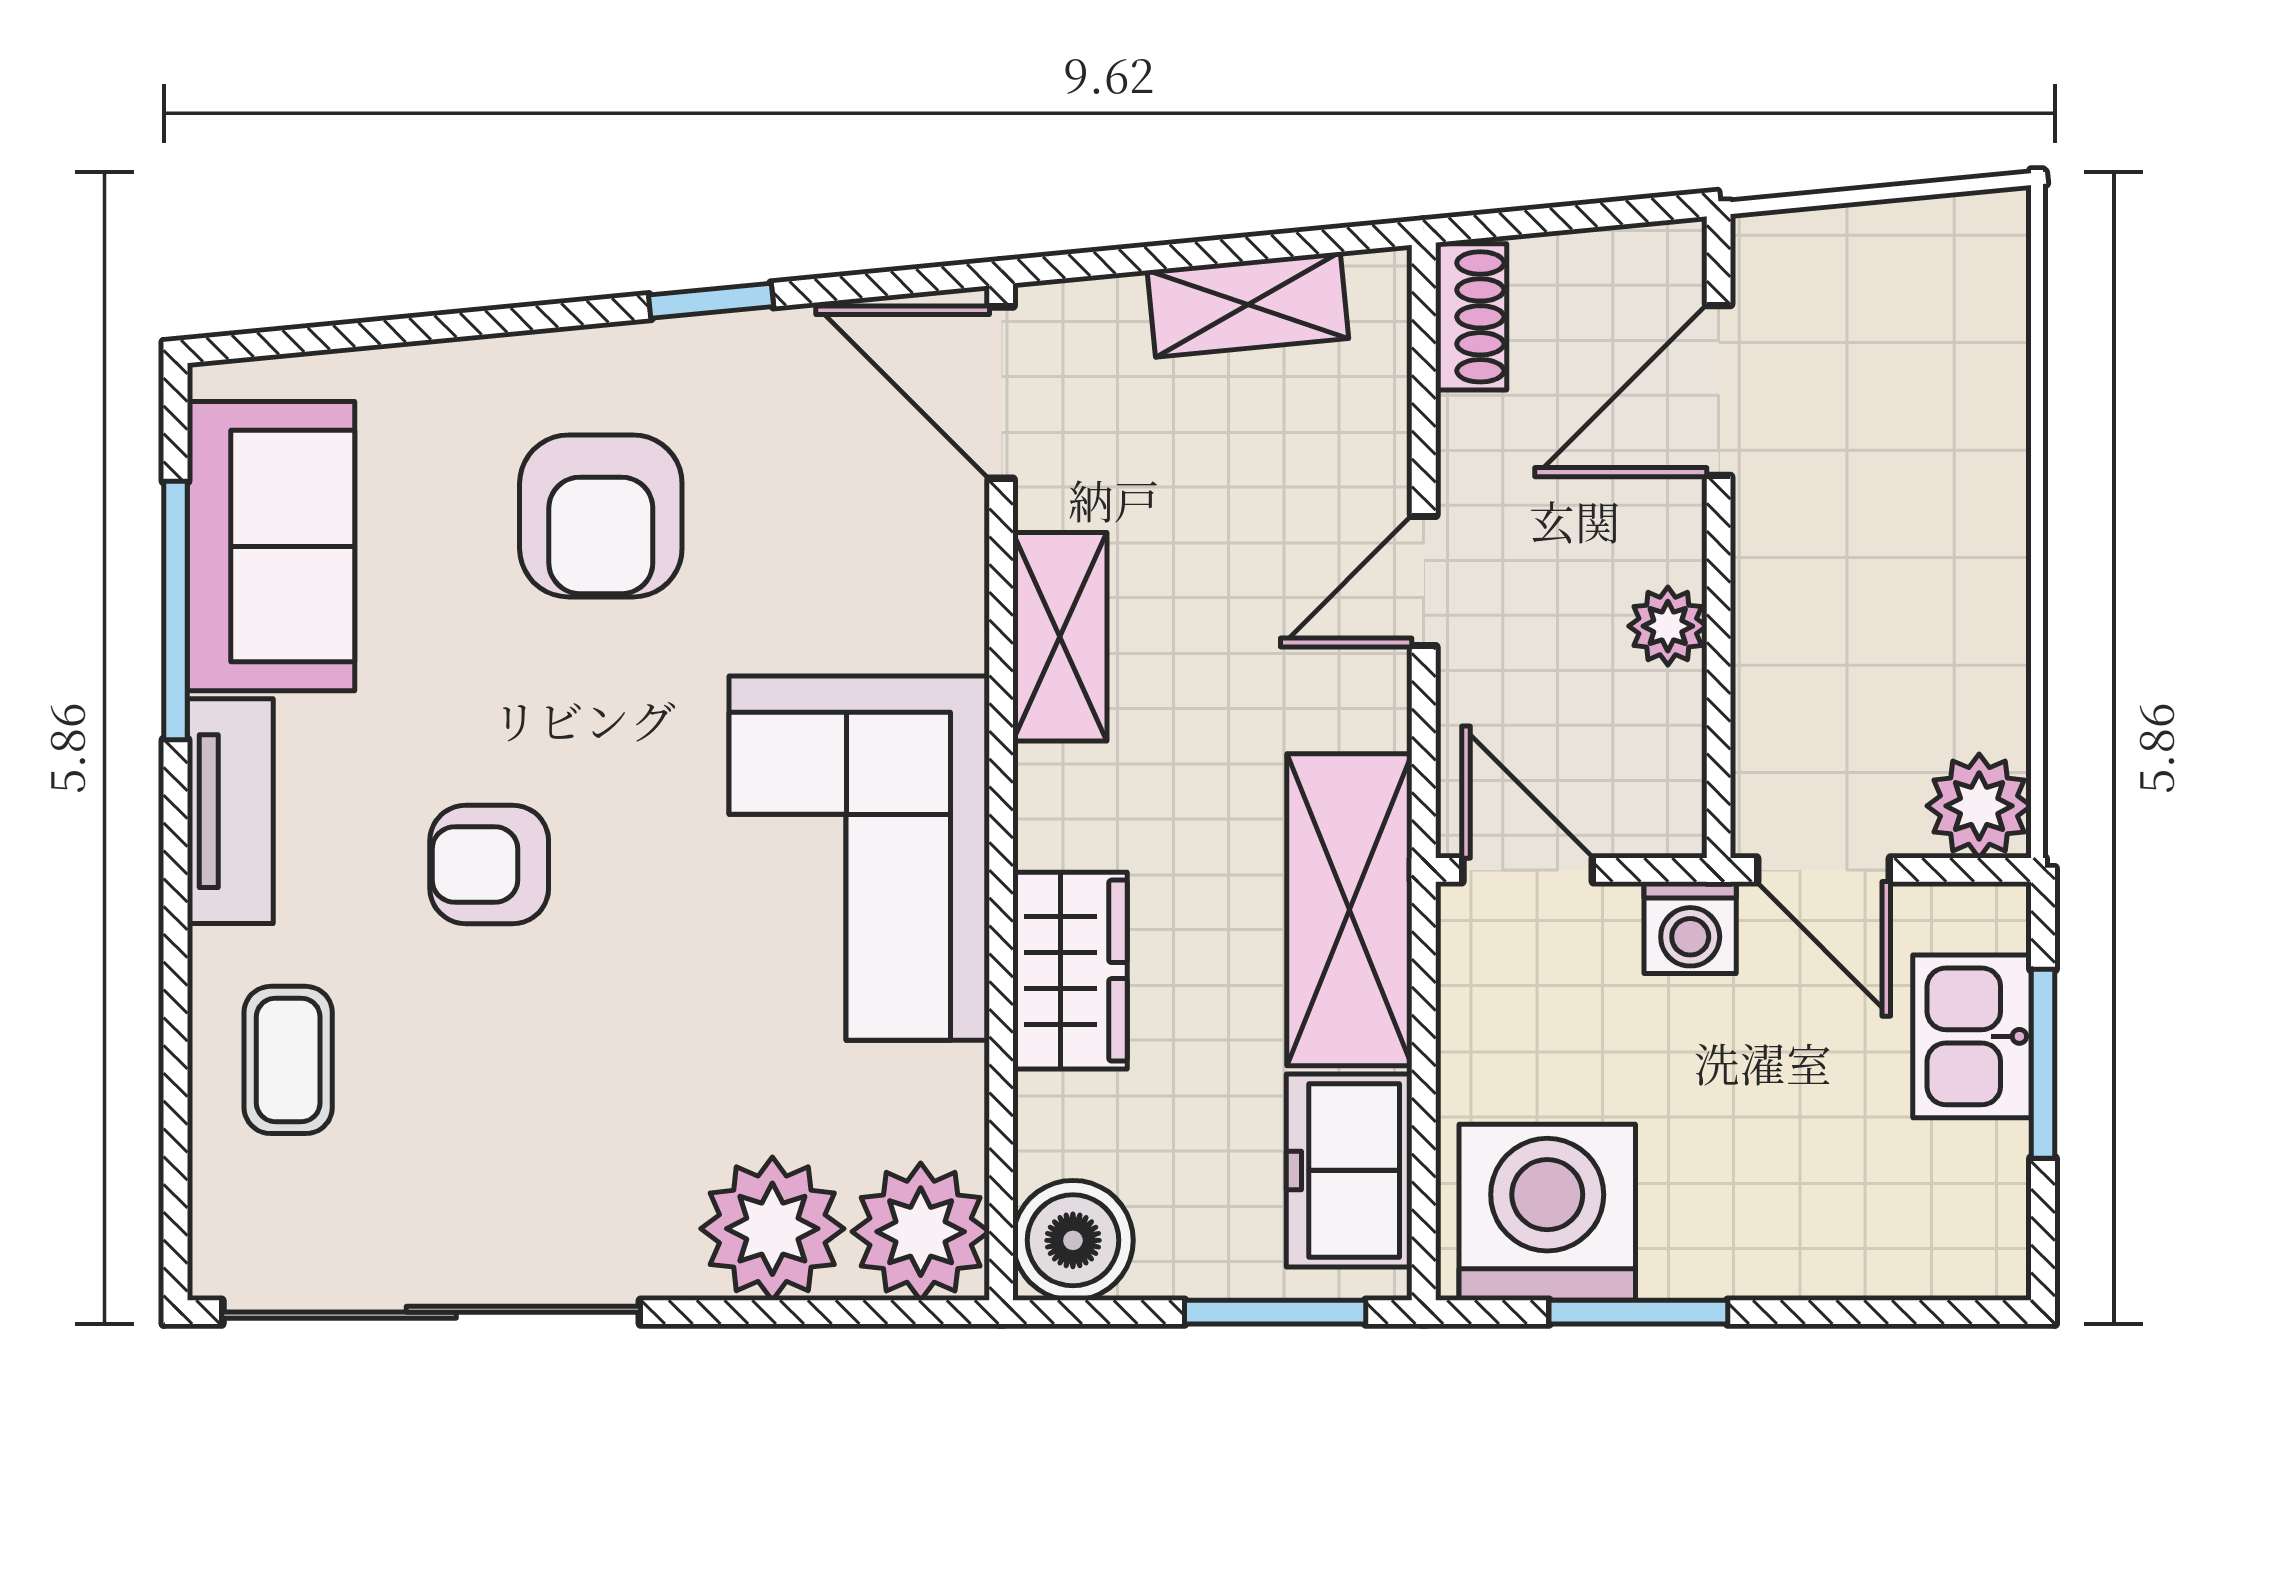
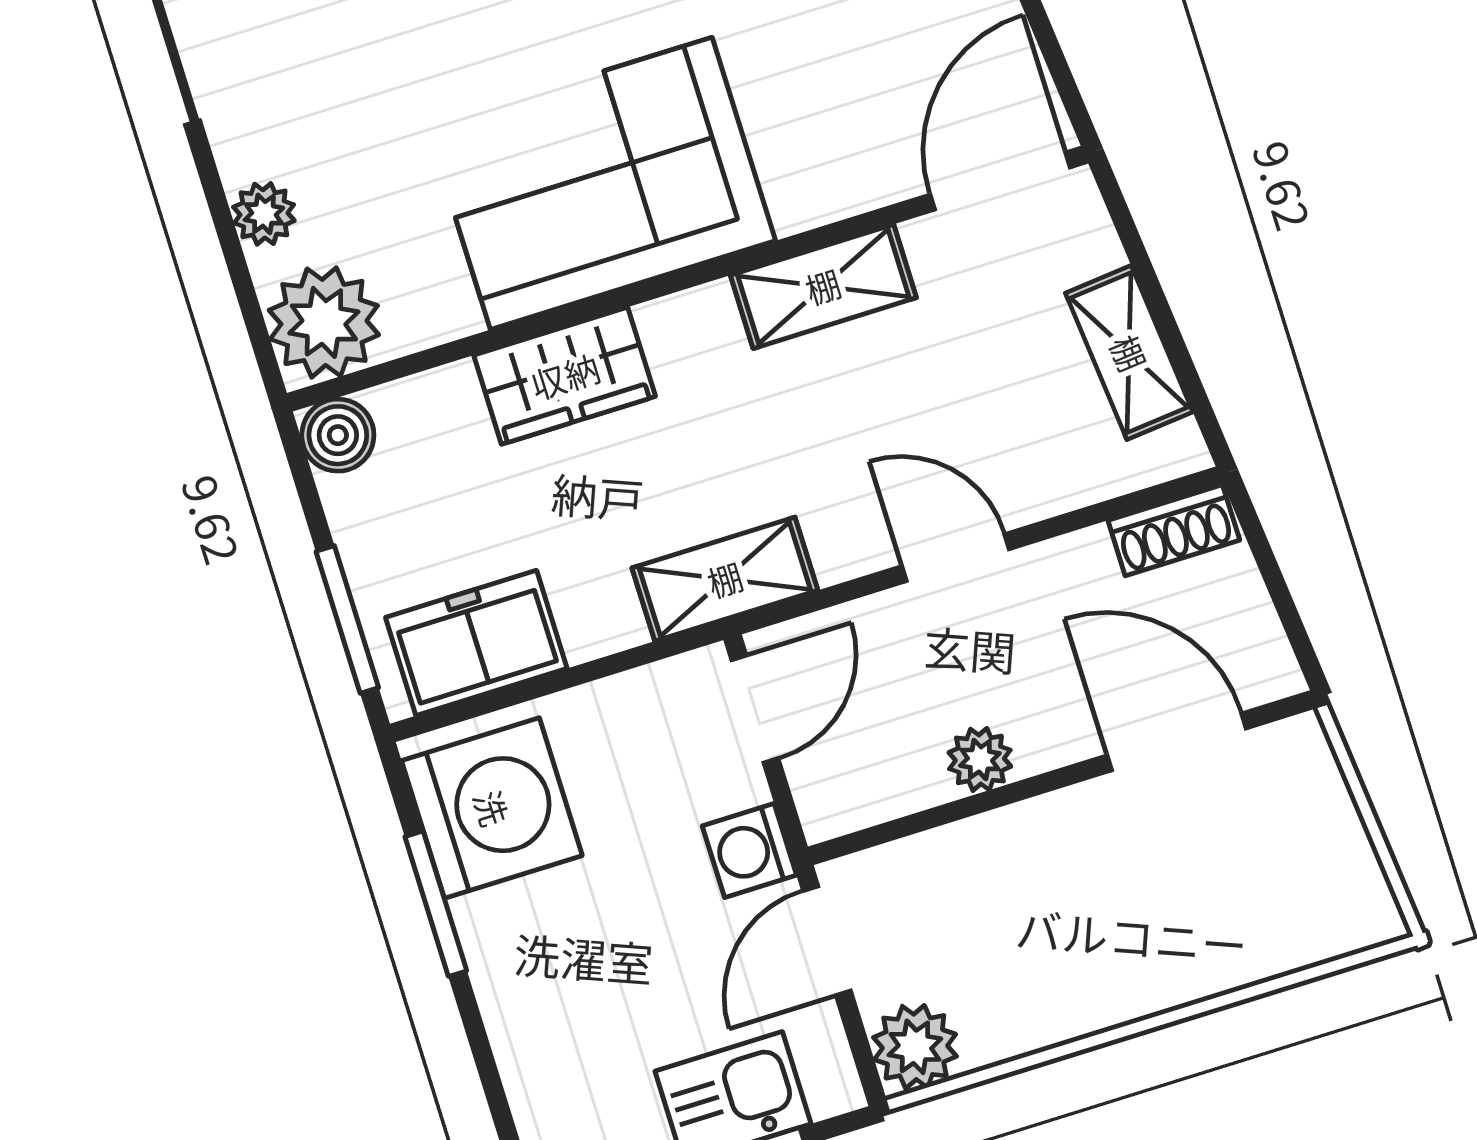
shelving: (1349, 910) -> (725, 579), width x0.67, depth x0.75
plant: (772, 1229) -> (264, 214), width x0.53, depth x0.53
boiler: (1073, 1240) -> (338, 435), width x0.73, depth x0.73

